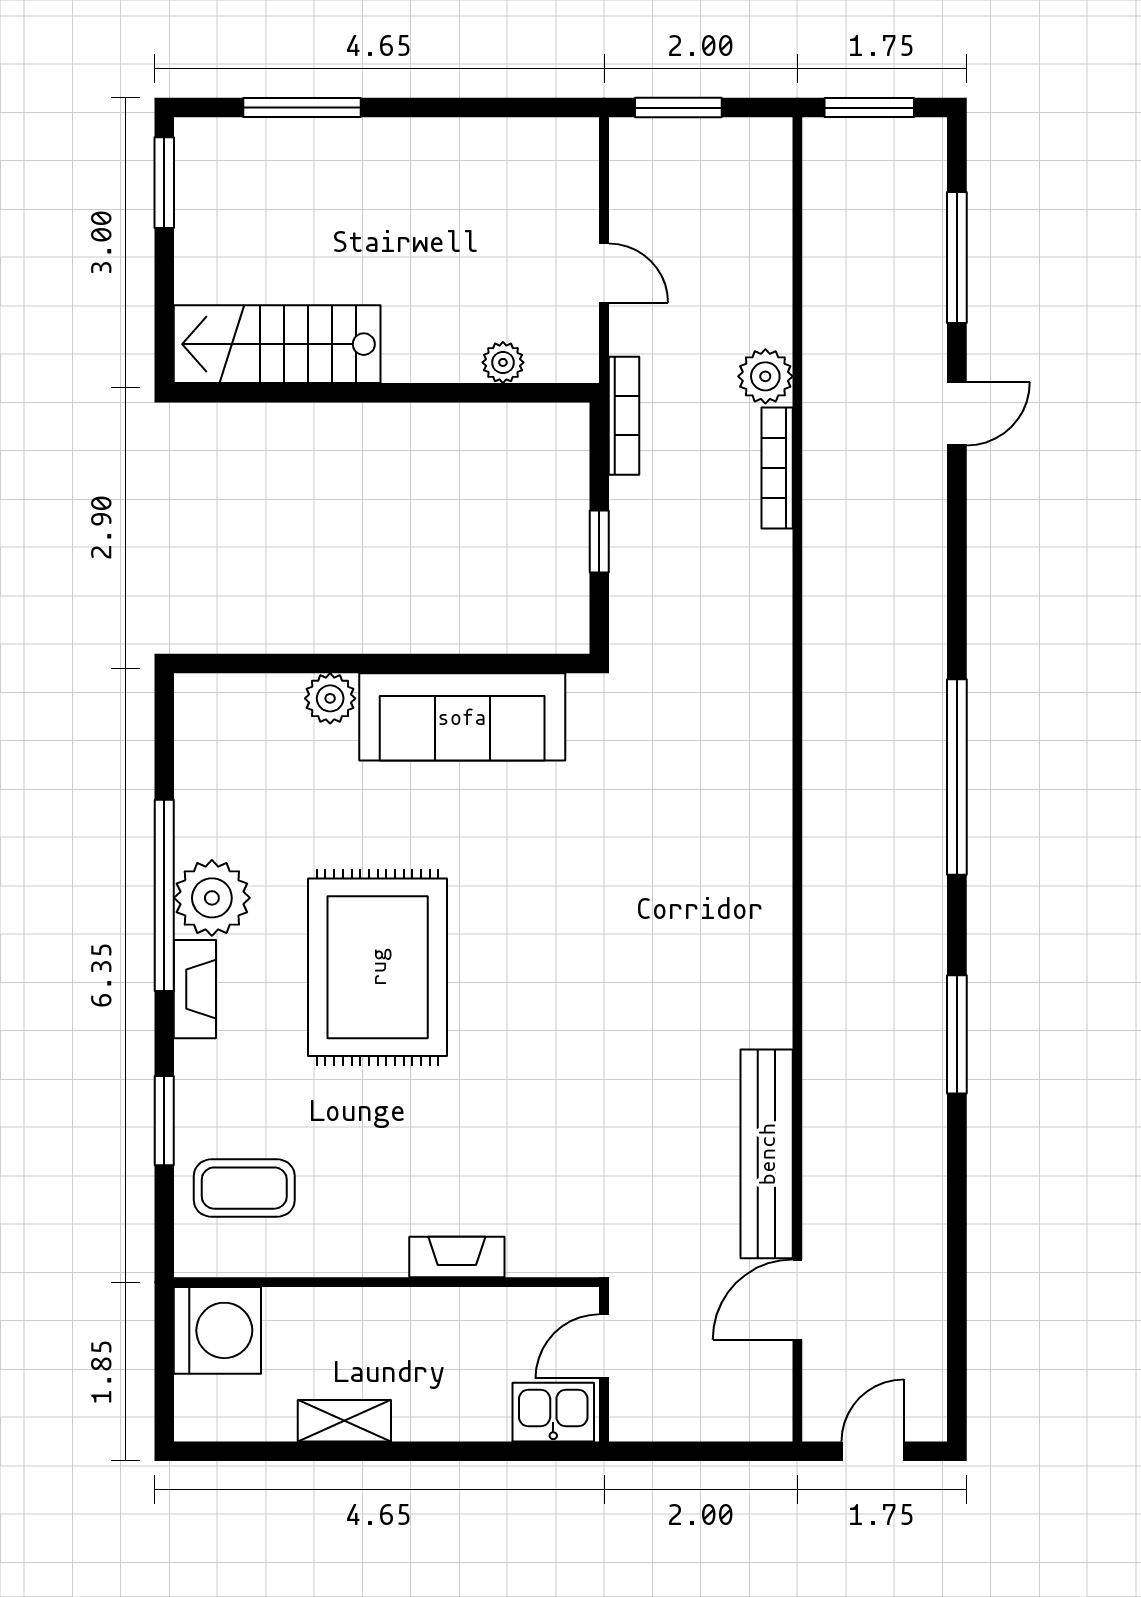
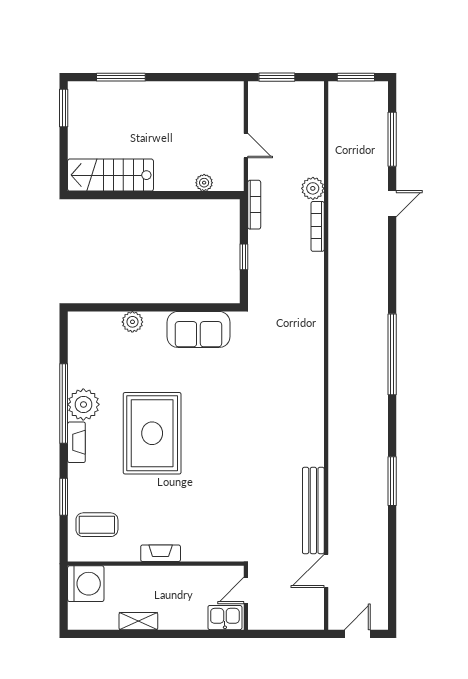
sofa: (462, 717) -> (198, 329), width x0.73
window: (957, 1034) -> (392, 481), moved
fireplace: (457, 1257) -> (161, 553), moved

